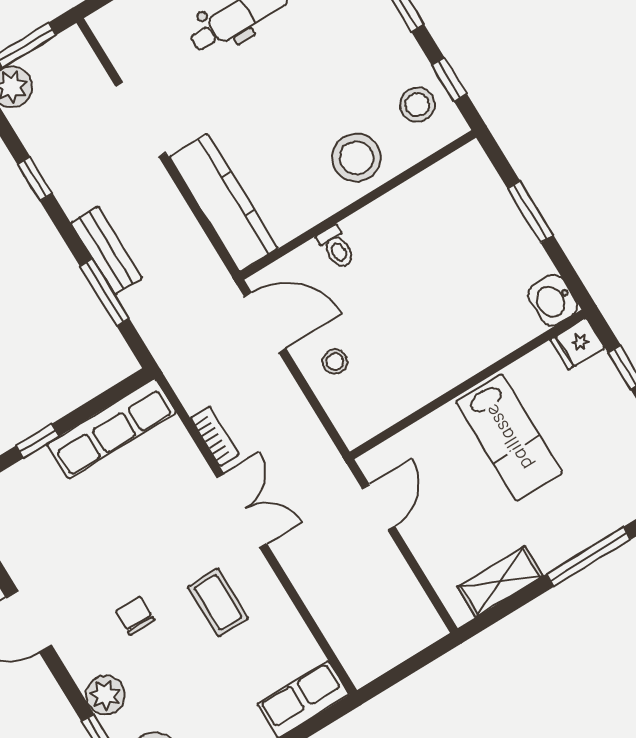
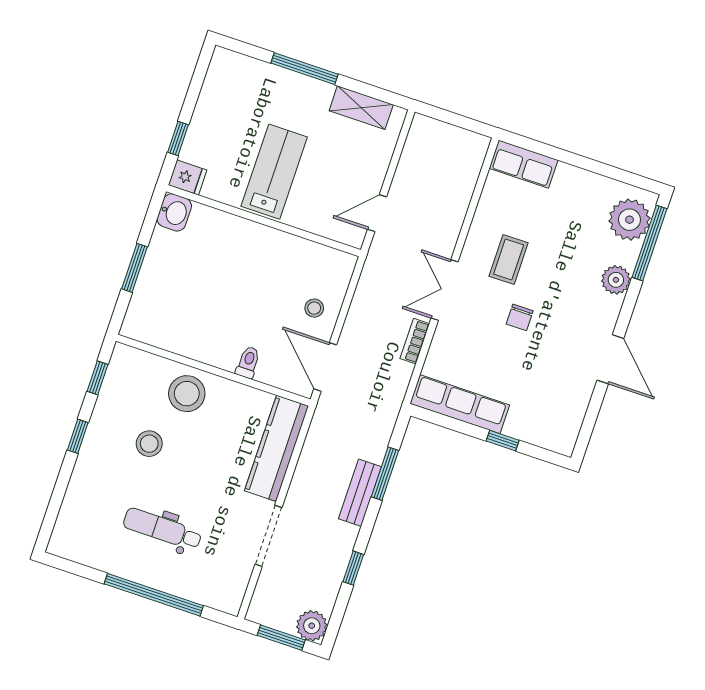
stool: (417, 105) -> (149, 444), moved
chair: (135, 616) -> (520, 317), moved

